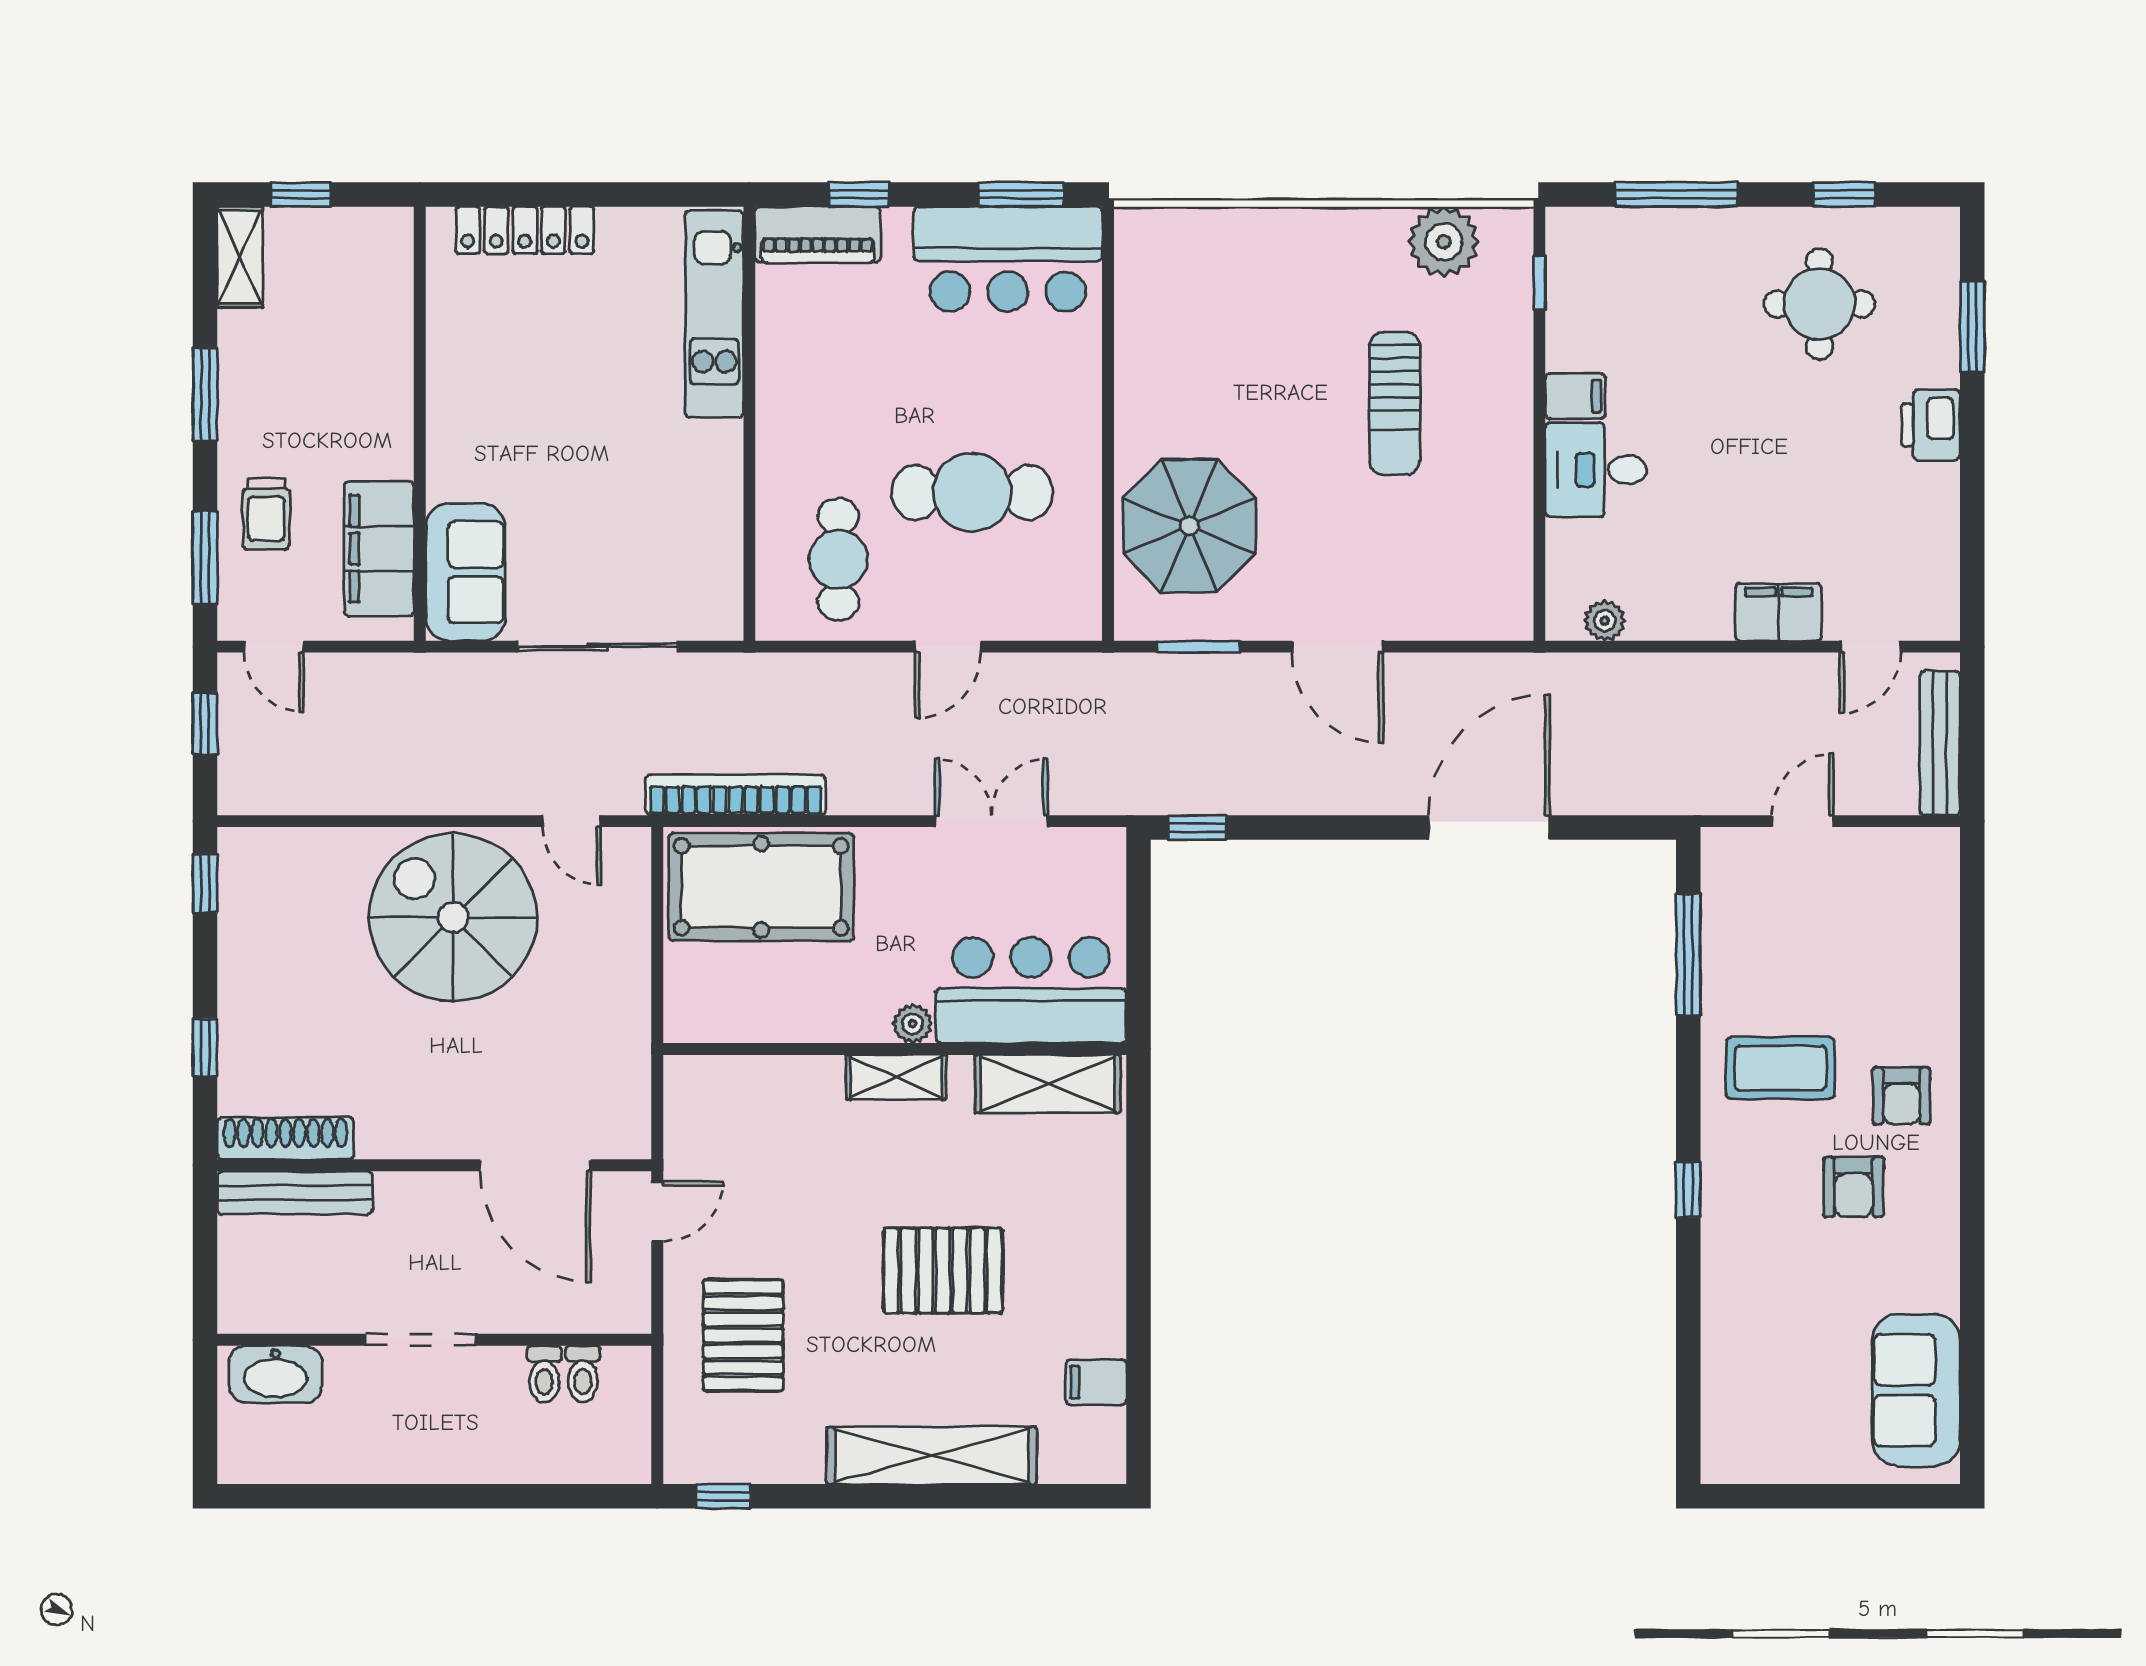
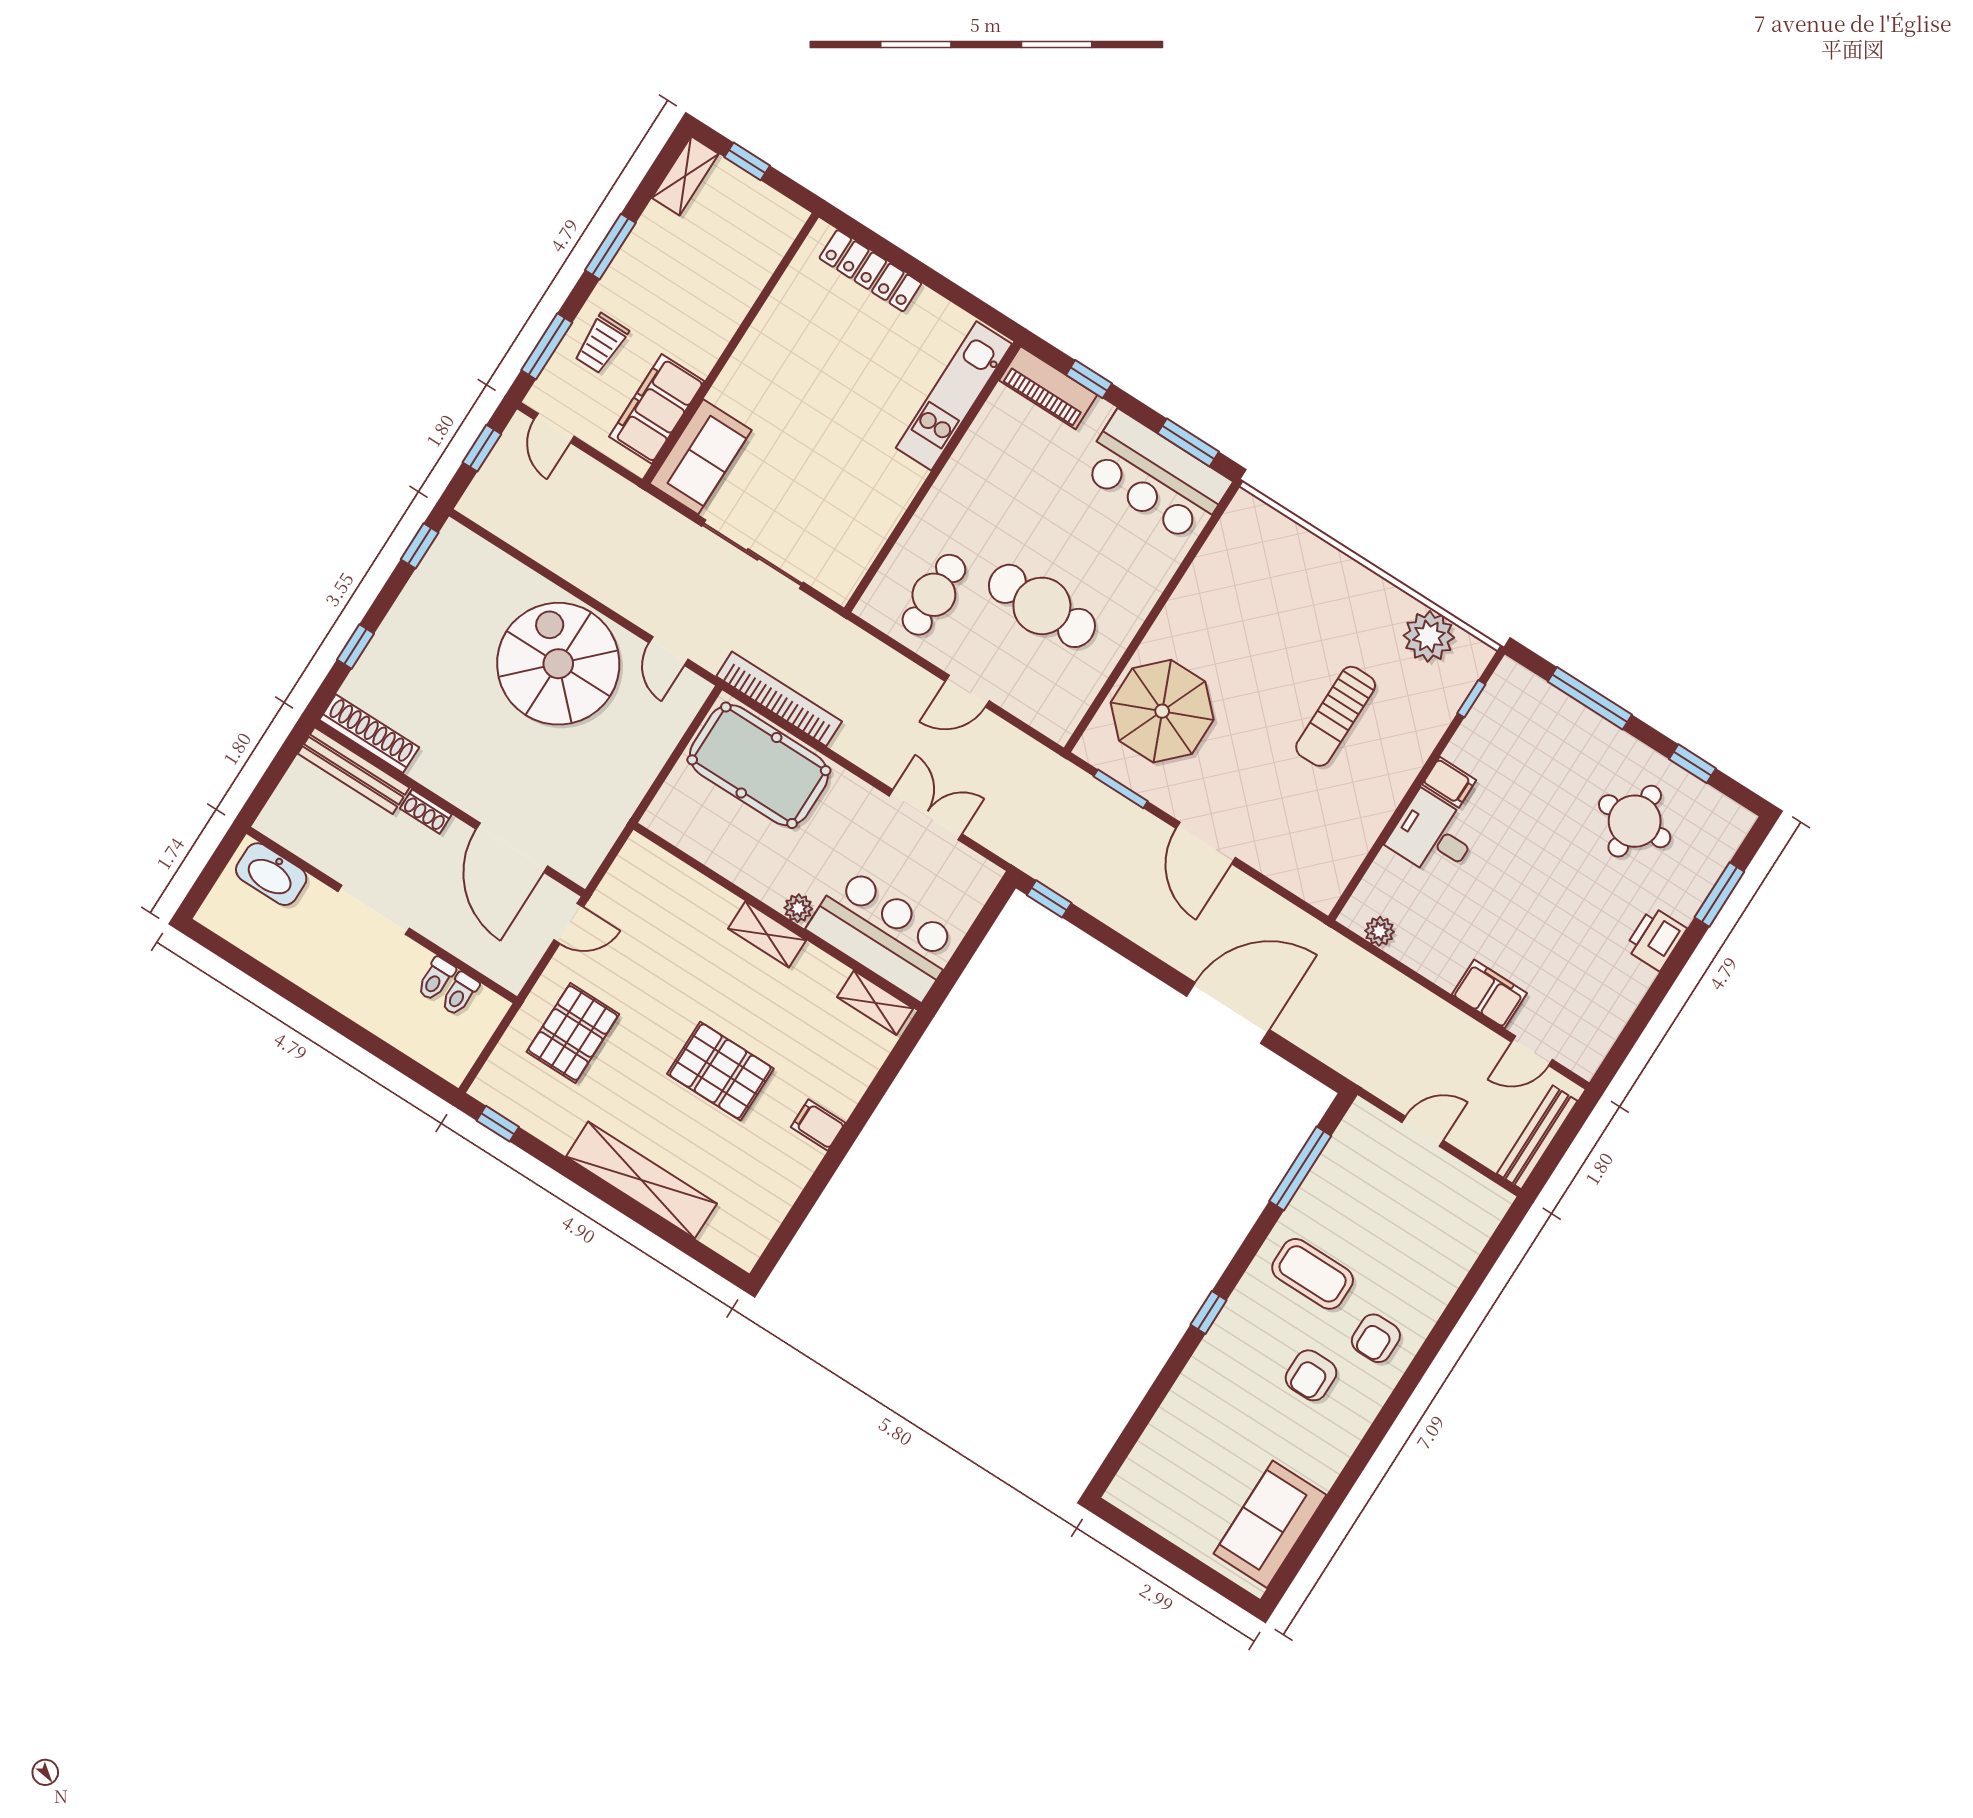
shelving: (1048, 1084) -> (875, 1003), width x0.67, depth x0.75
shoe rack: (409, 1187) -> (426, 811), added
filing cabinet: (1096, 1382) -> (818, 1125), moved

